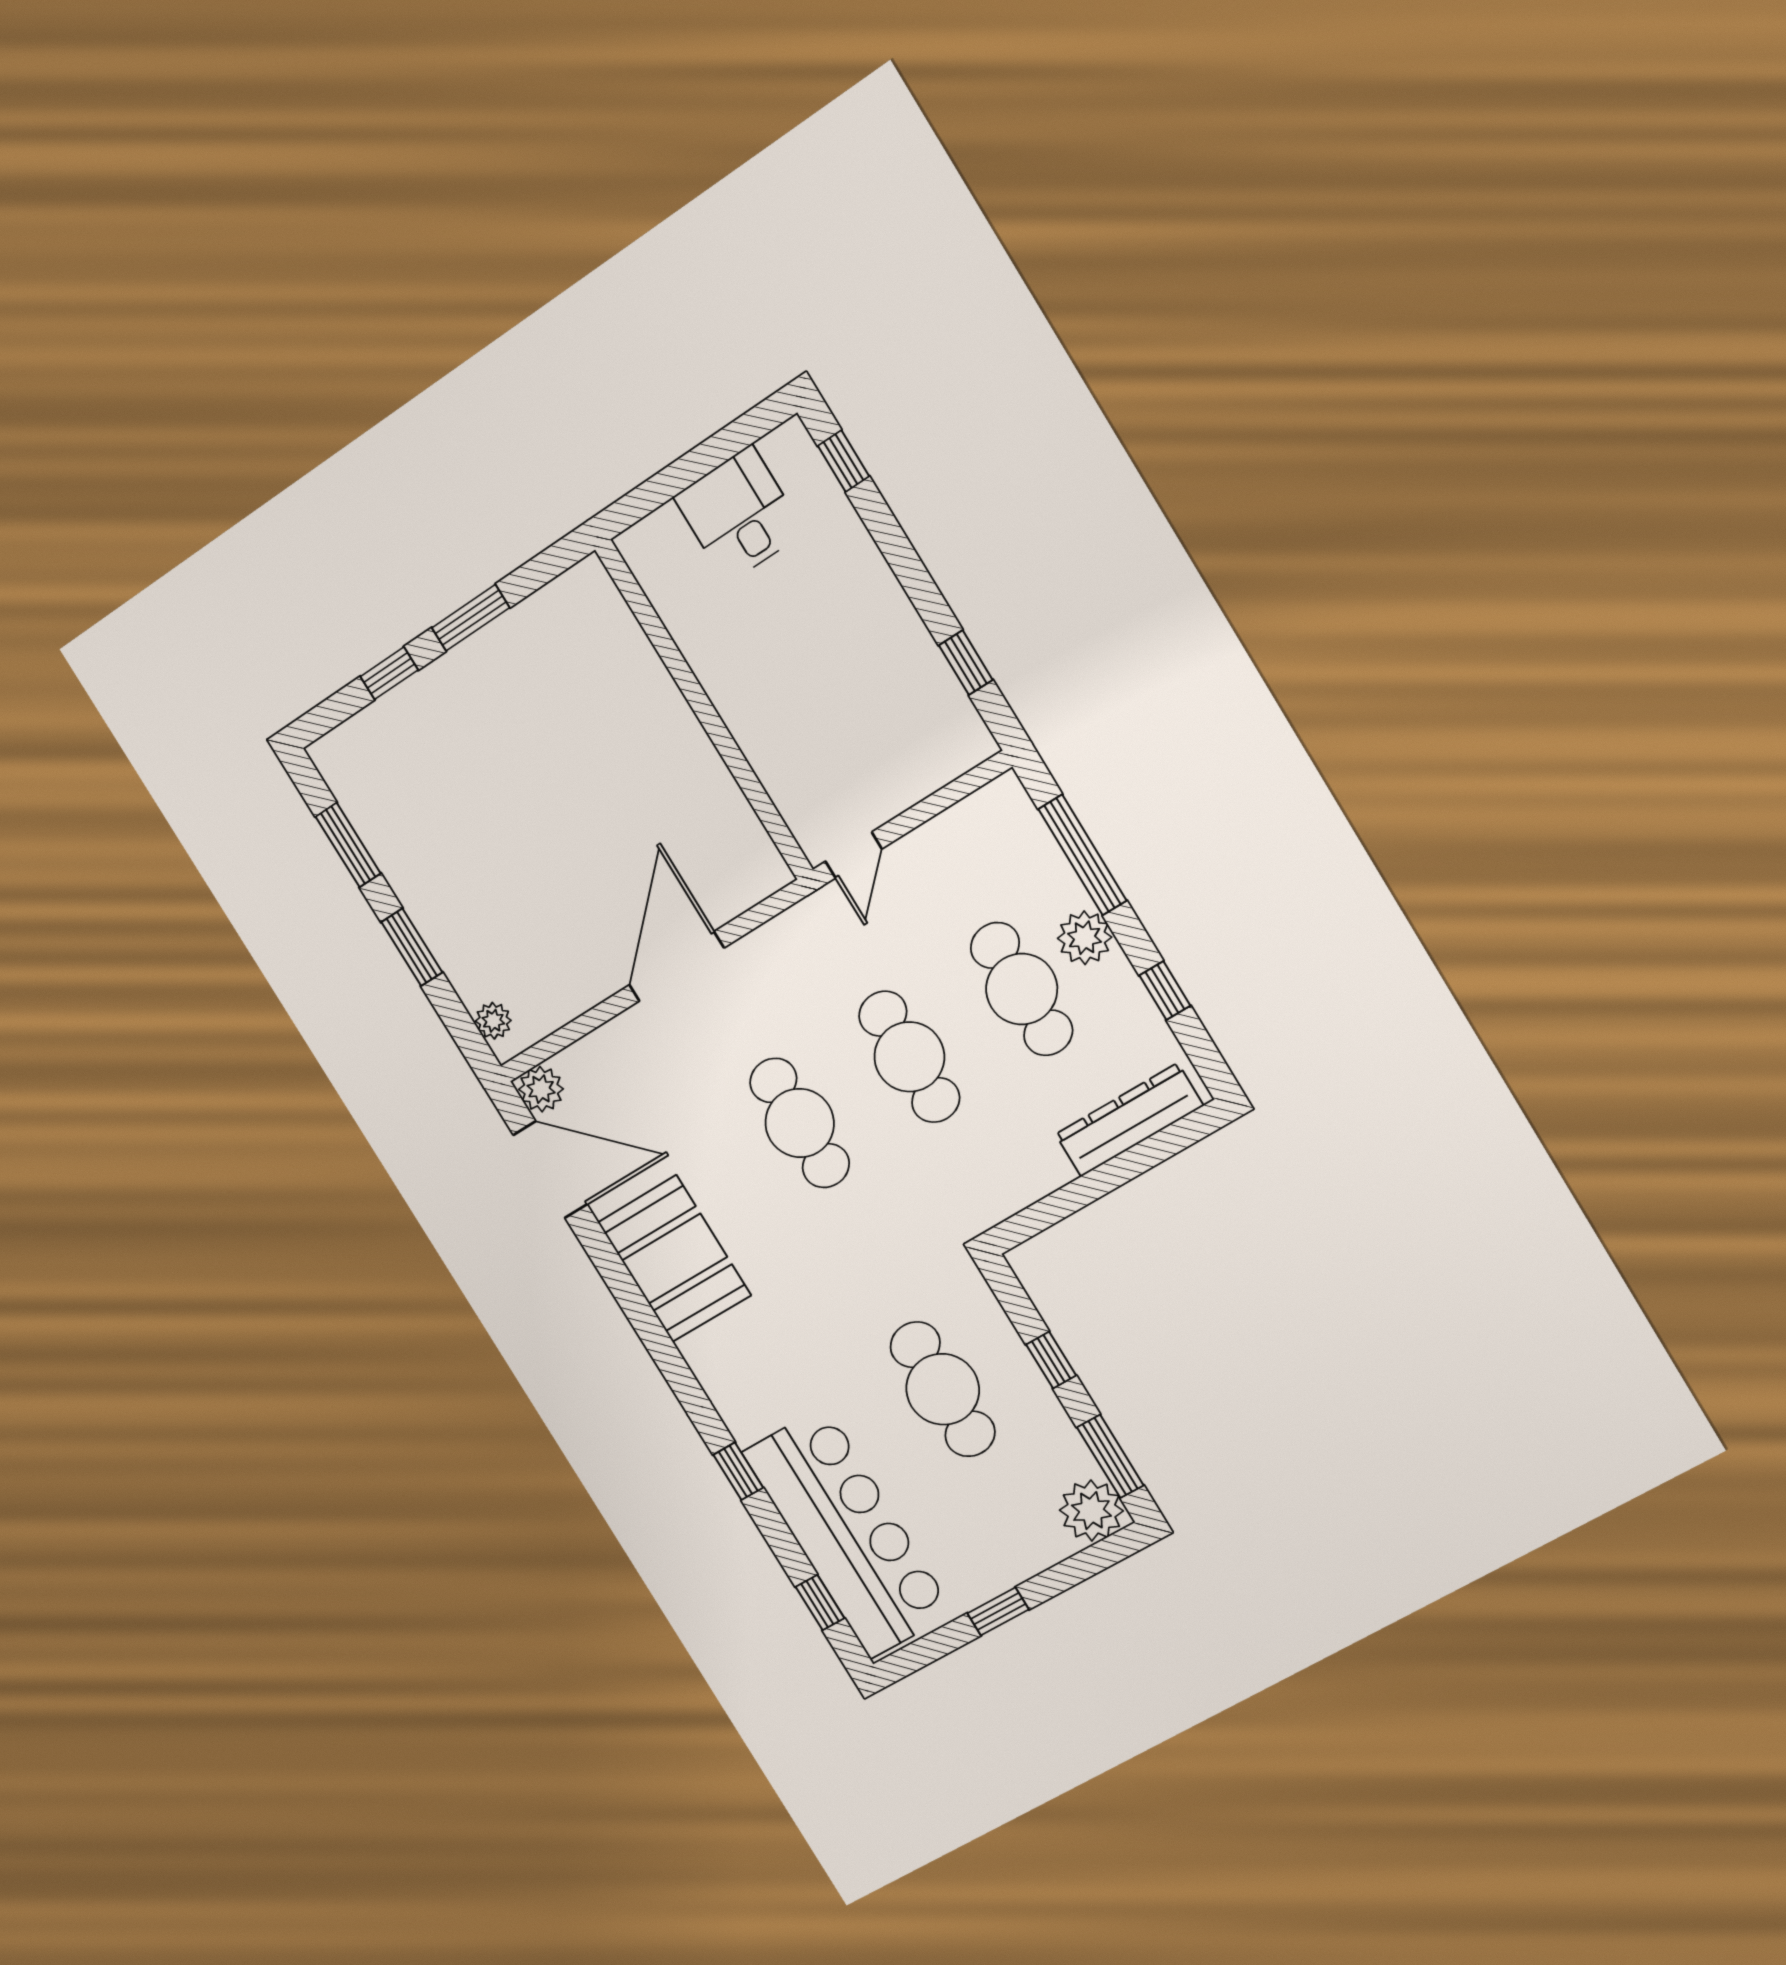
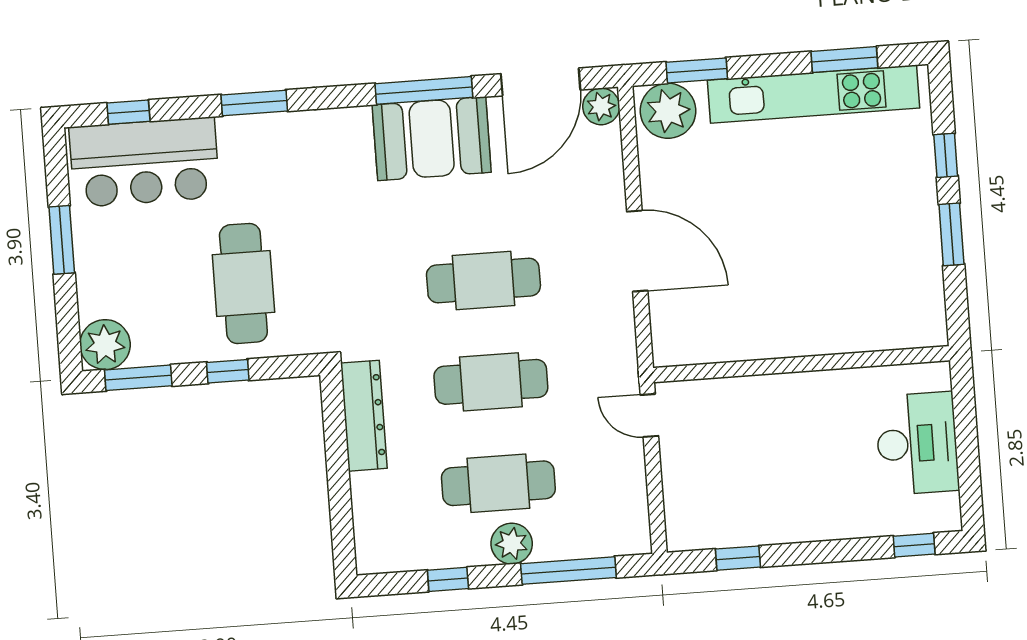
desk: (739, 515) -> (917, 443), width x1.37
kitchen unit: (403, 860) -> (813, 94), added
window: (412, 947) -> (697, 70), moved
plant: (493, 1021) -> (668, 111), width x1.87, depth x1.87
dresser: (1129, 1120) -> (364, 416), moved
window: (627, 1293) -> (424, 90), added
cafe table: (943, 1389) -> (243, 283), turned 90
window: (738, 1471) -> (254, 103), width x1.50
bar counter: (848, 1533) -> (144, 162), width x0.73
window: (998, 1611) -> (62, 240), width x1.50

